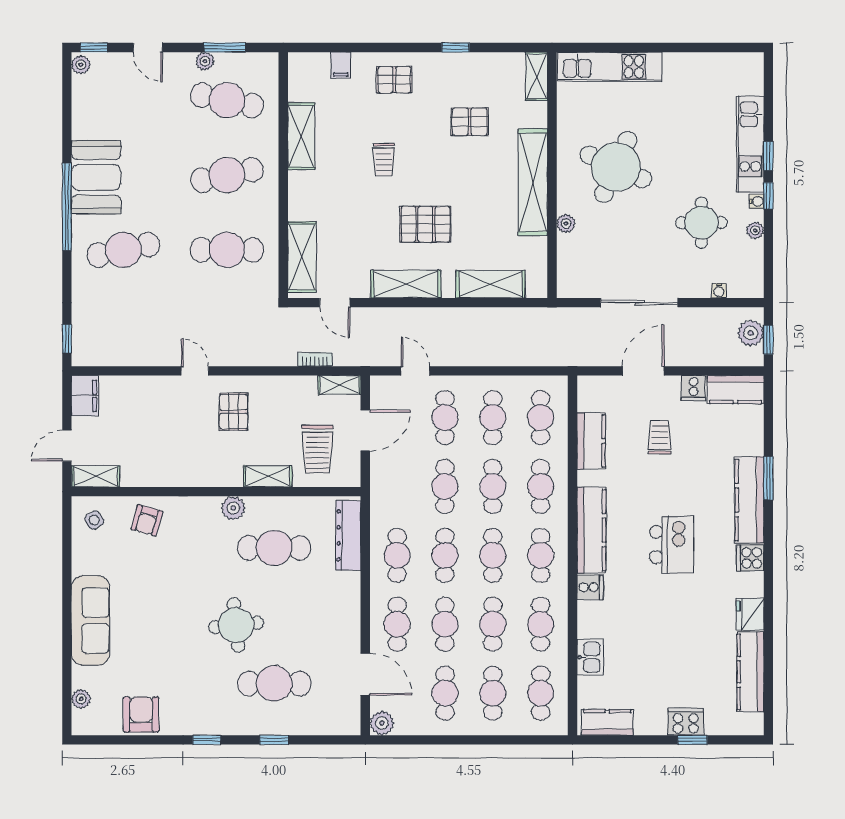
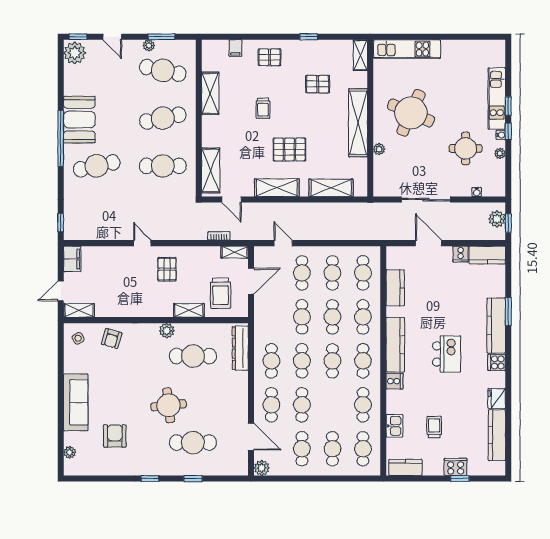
plant: (81, 65) -> (75, 53), width x1.87, depth x1.87
door: (643, 371) -> (429, 243), hinge flipped
trolley: (660, 437) -> (434, 427), moved
cafe table: (493, 624) -> (332, 405), removed
armchair: (141, 714) -> (115, 436), moved

